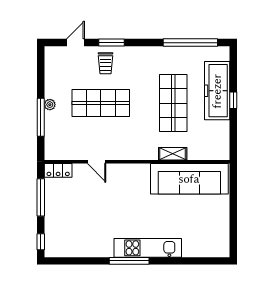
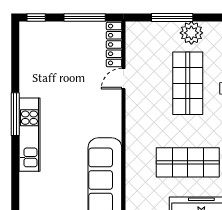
plant: (50, 105) -> (191, 33), width x1.87, depth x1.87
shelving: (173, 154) -> (132, 162), removed
locker: (58, 170) -> (114, 44), width x1.53

